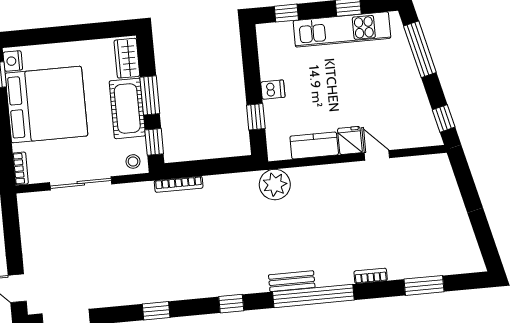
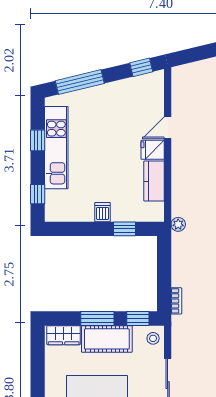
bookcase: (179, 184) -> (176, 301), width x0.64
plant: (275, 185) -> (178, 224), width x0.53, depth x0.53

